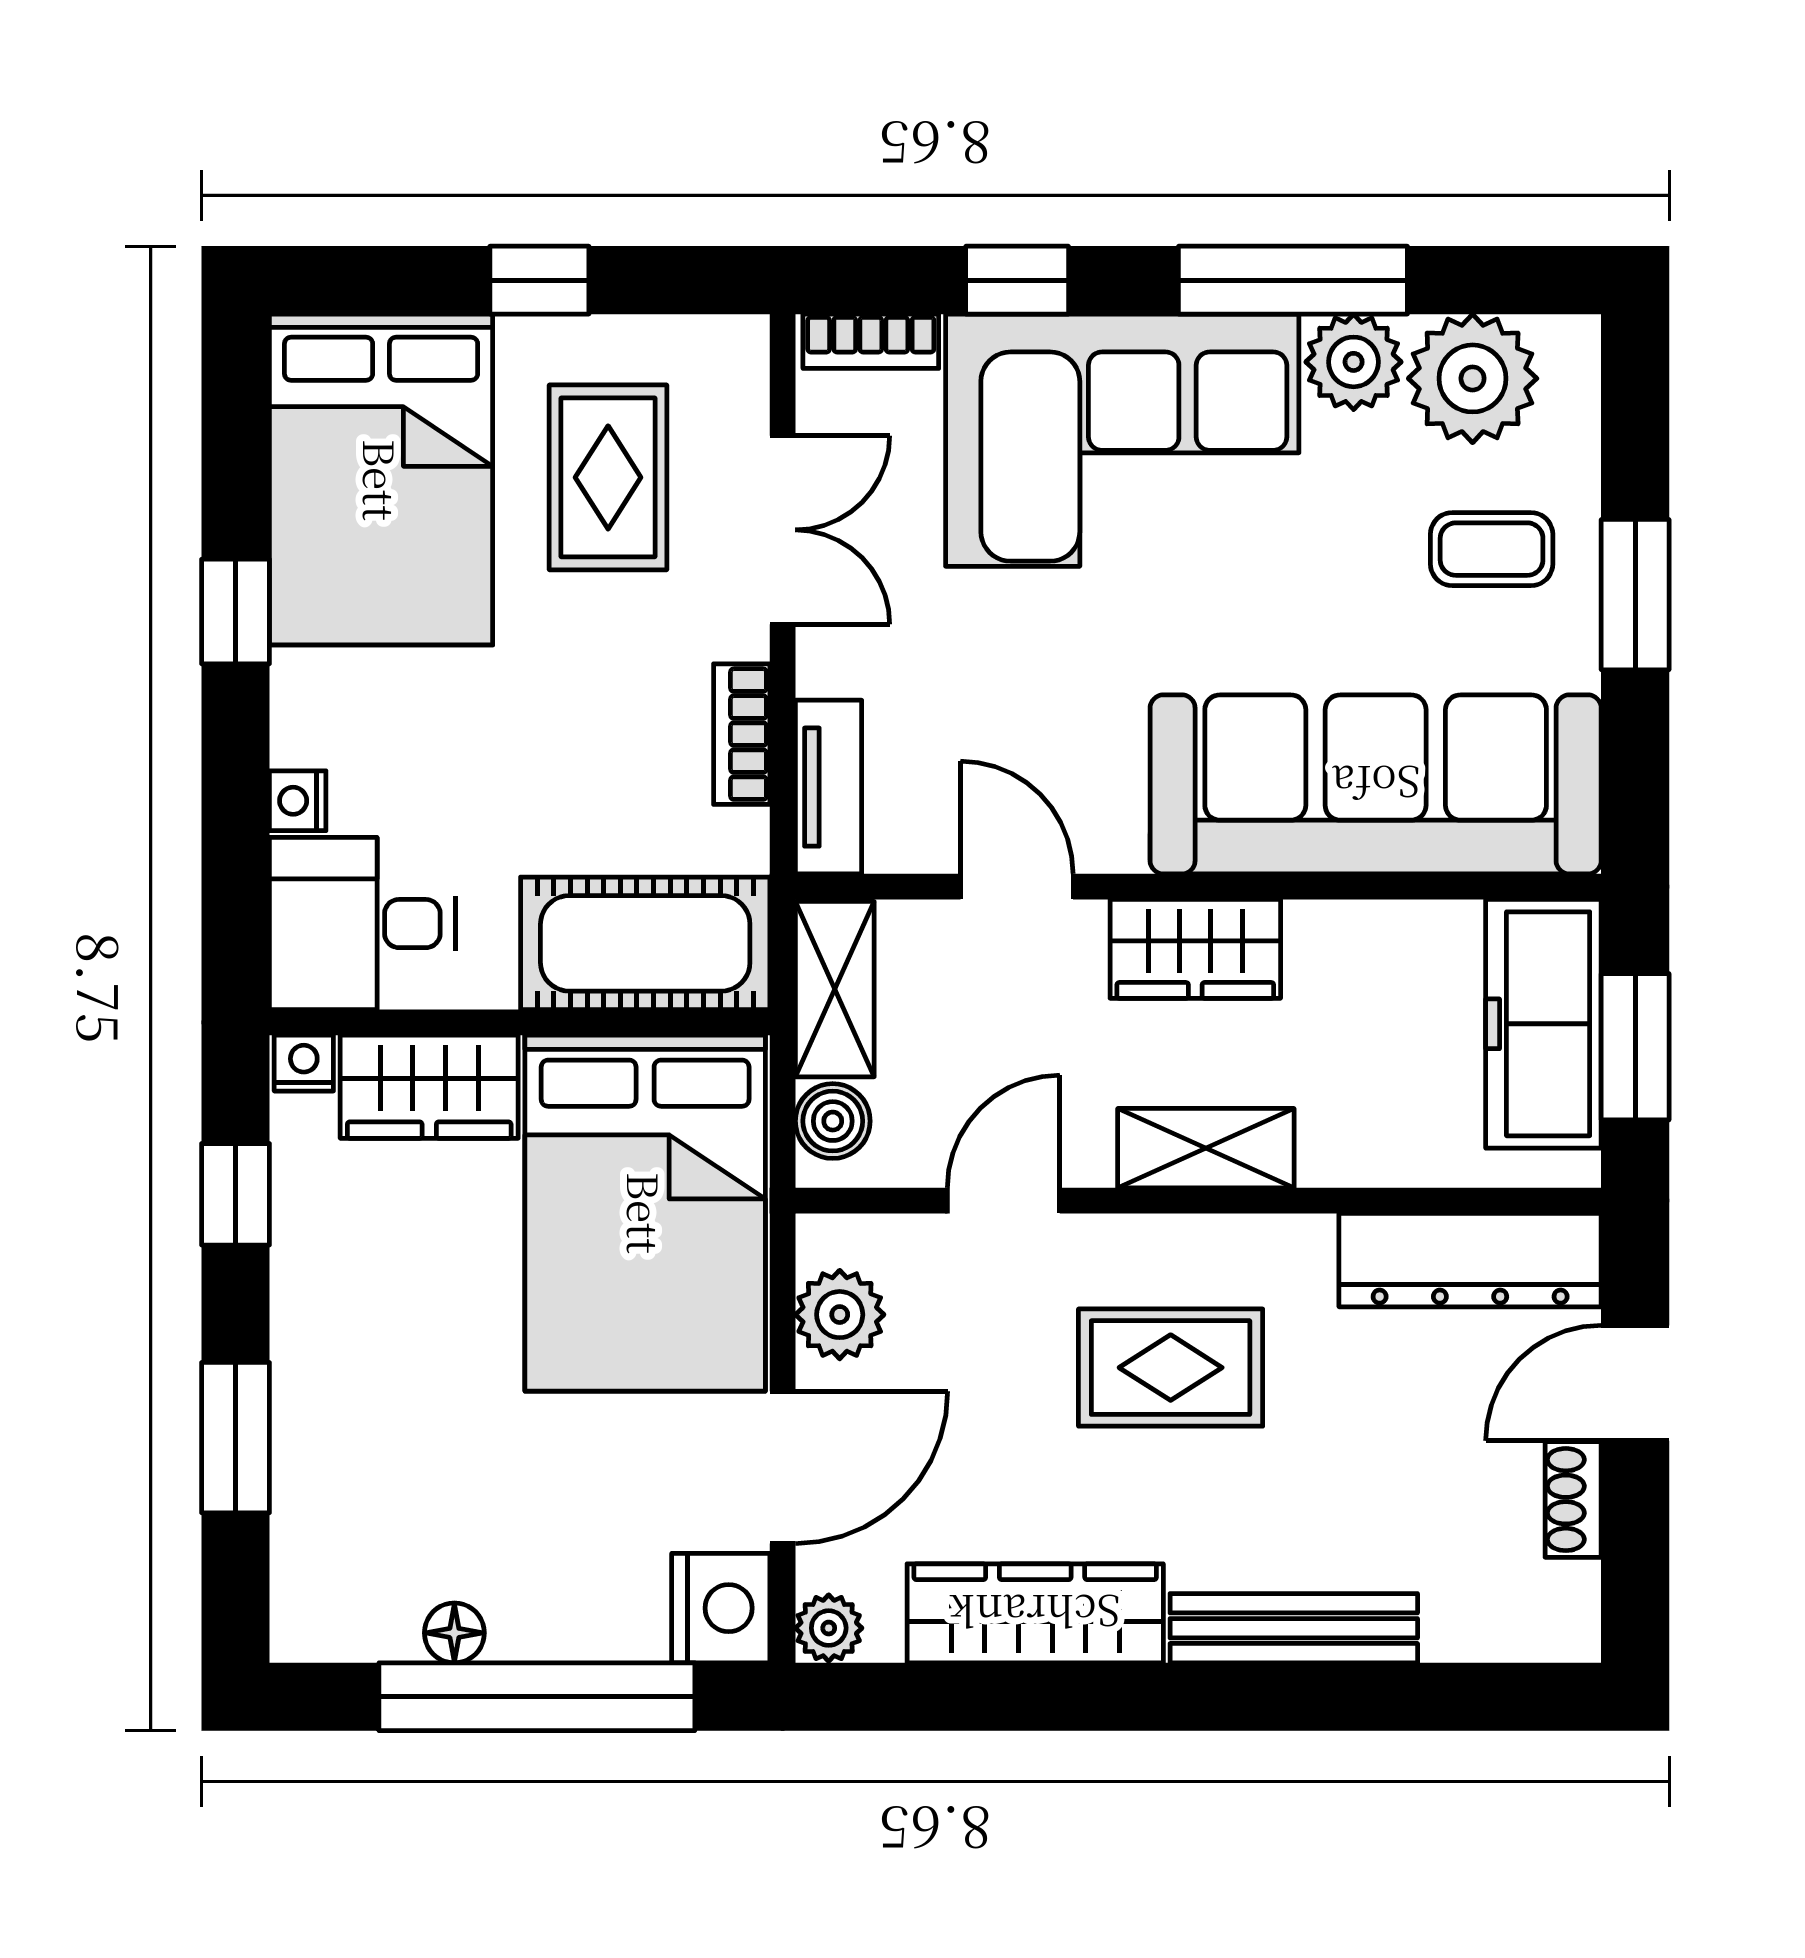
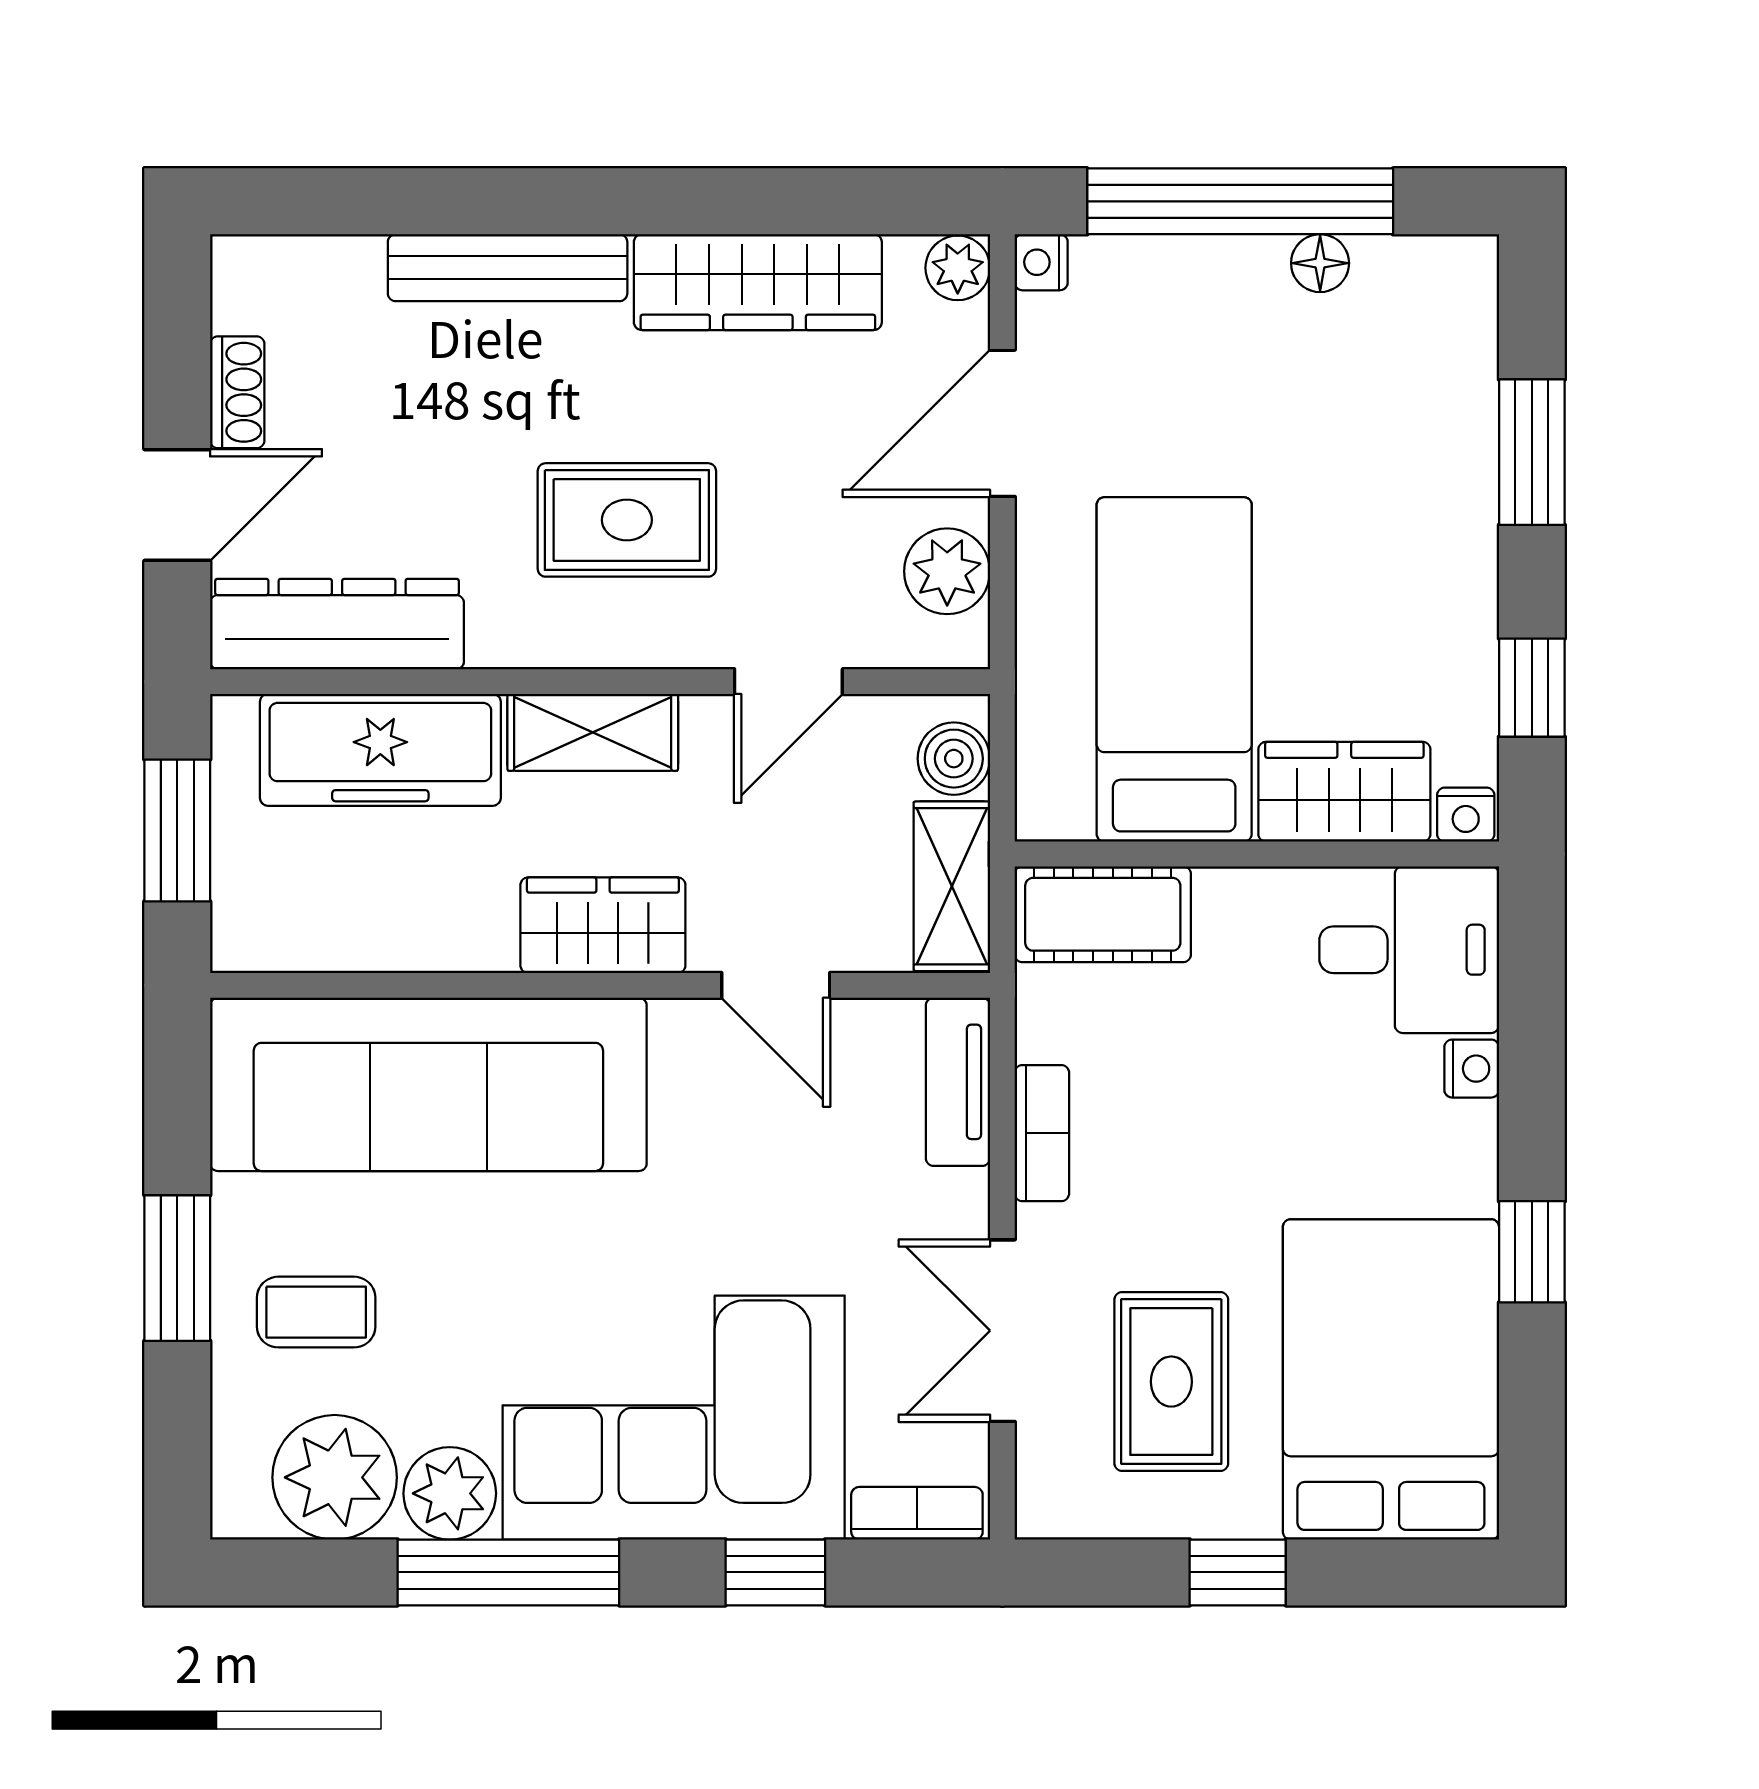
cot: (645, 943) -> (1103, 914), width x0.73, depth x0.75
freezer: (1543, 1024) -> (380, 750), moved, turned 90
bed: (645, 1213) -> (1174, 669), width x0.67
nightstand: (721, 1608) -> (1041, 262), width x0.53, depth x0.56

